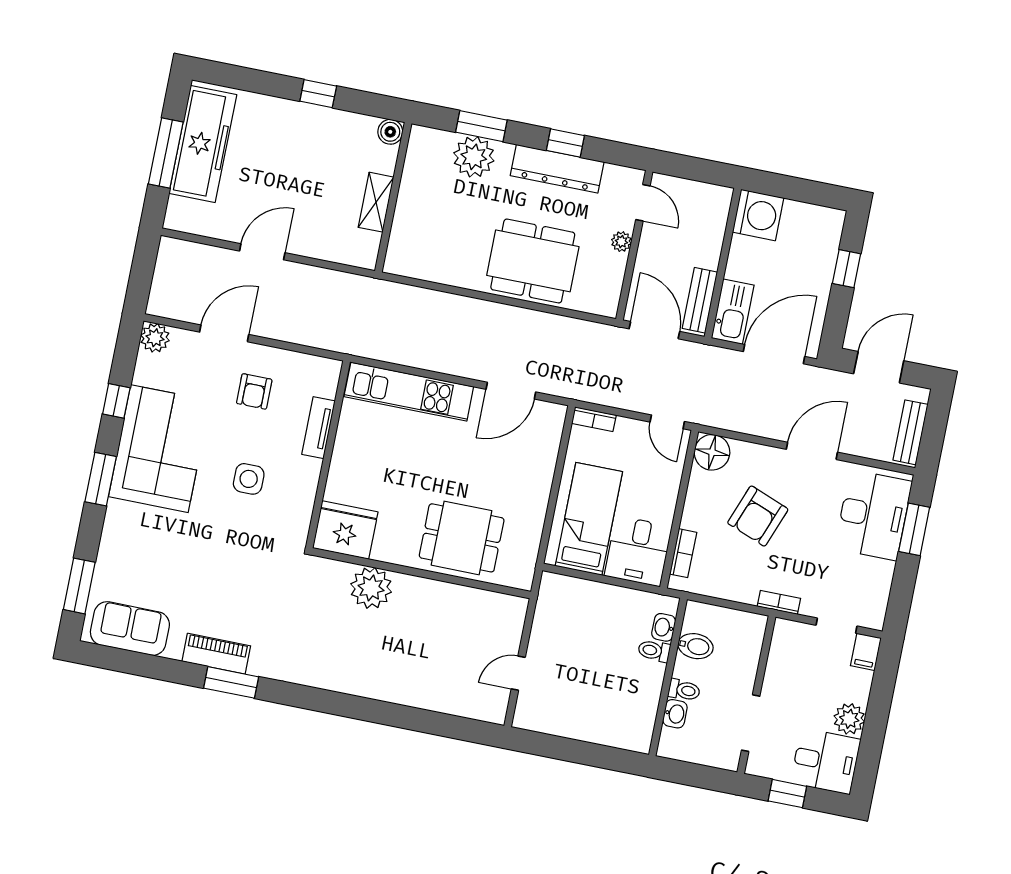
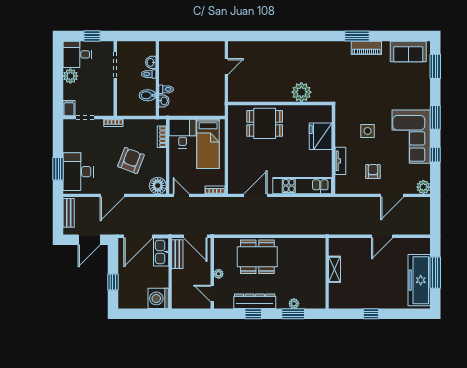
boiler: (390, 132) -> (334, 303), removed
plant: (474, 157) -> (294, 304), width x0.53, depth x0.53
fridge: (345, 530) -> (321, 136), moved, turned 90

